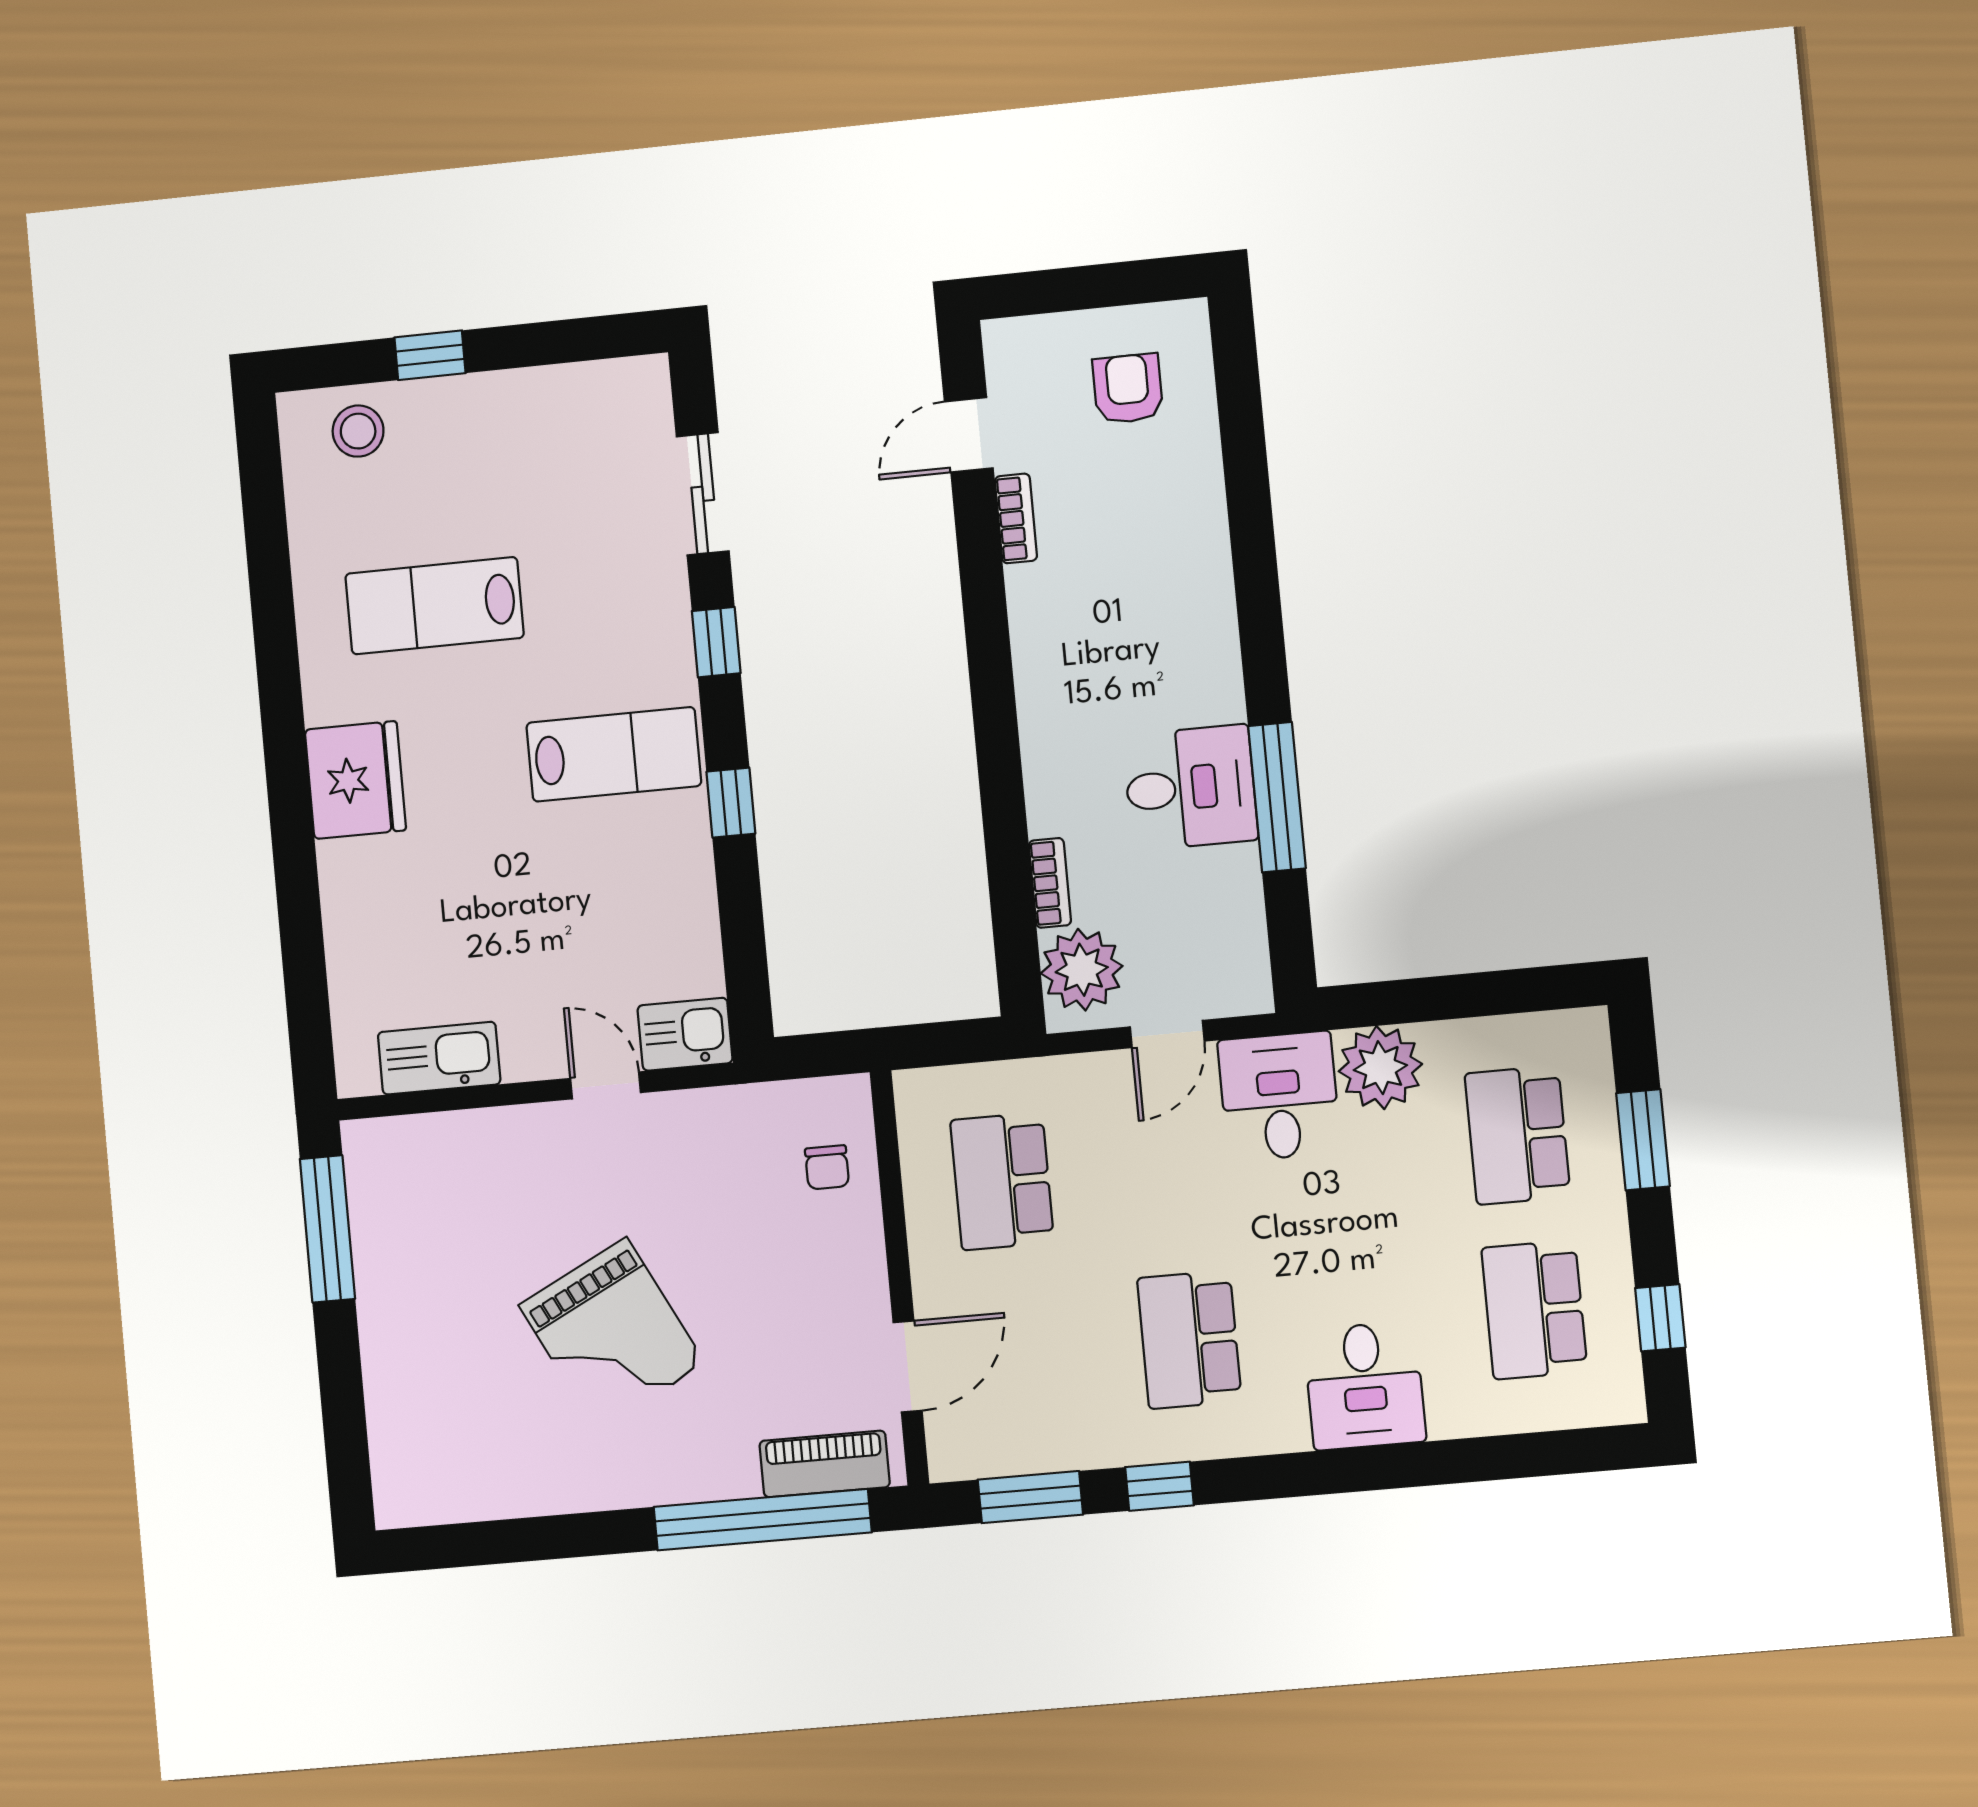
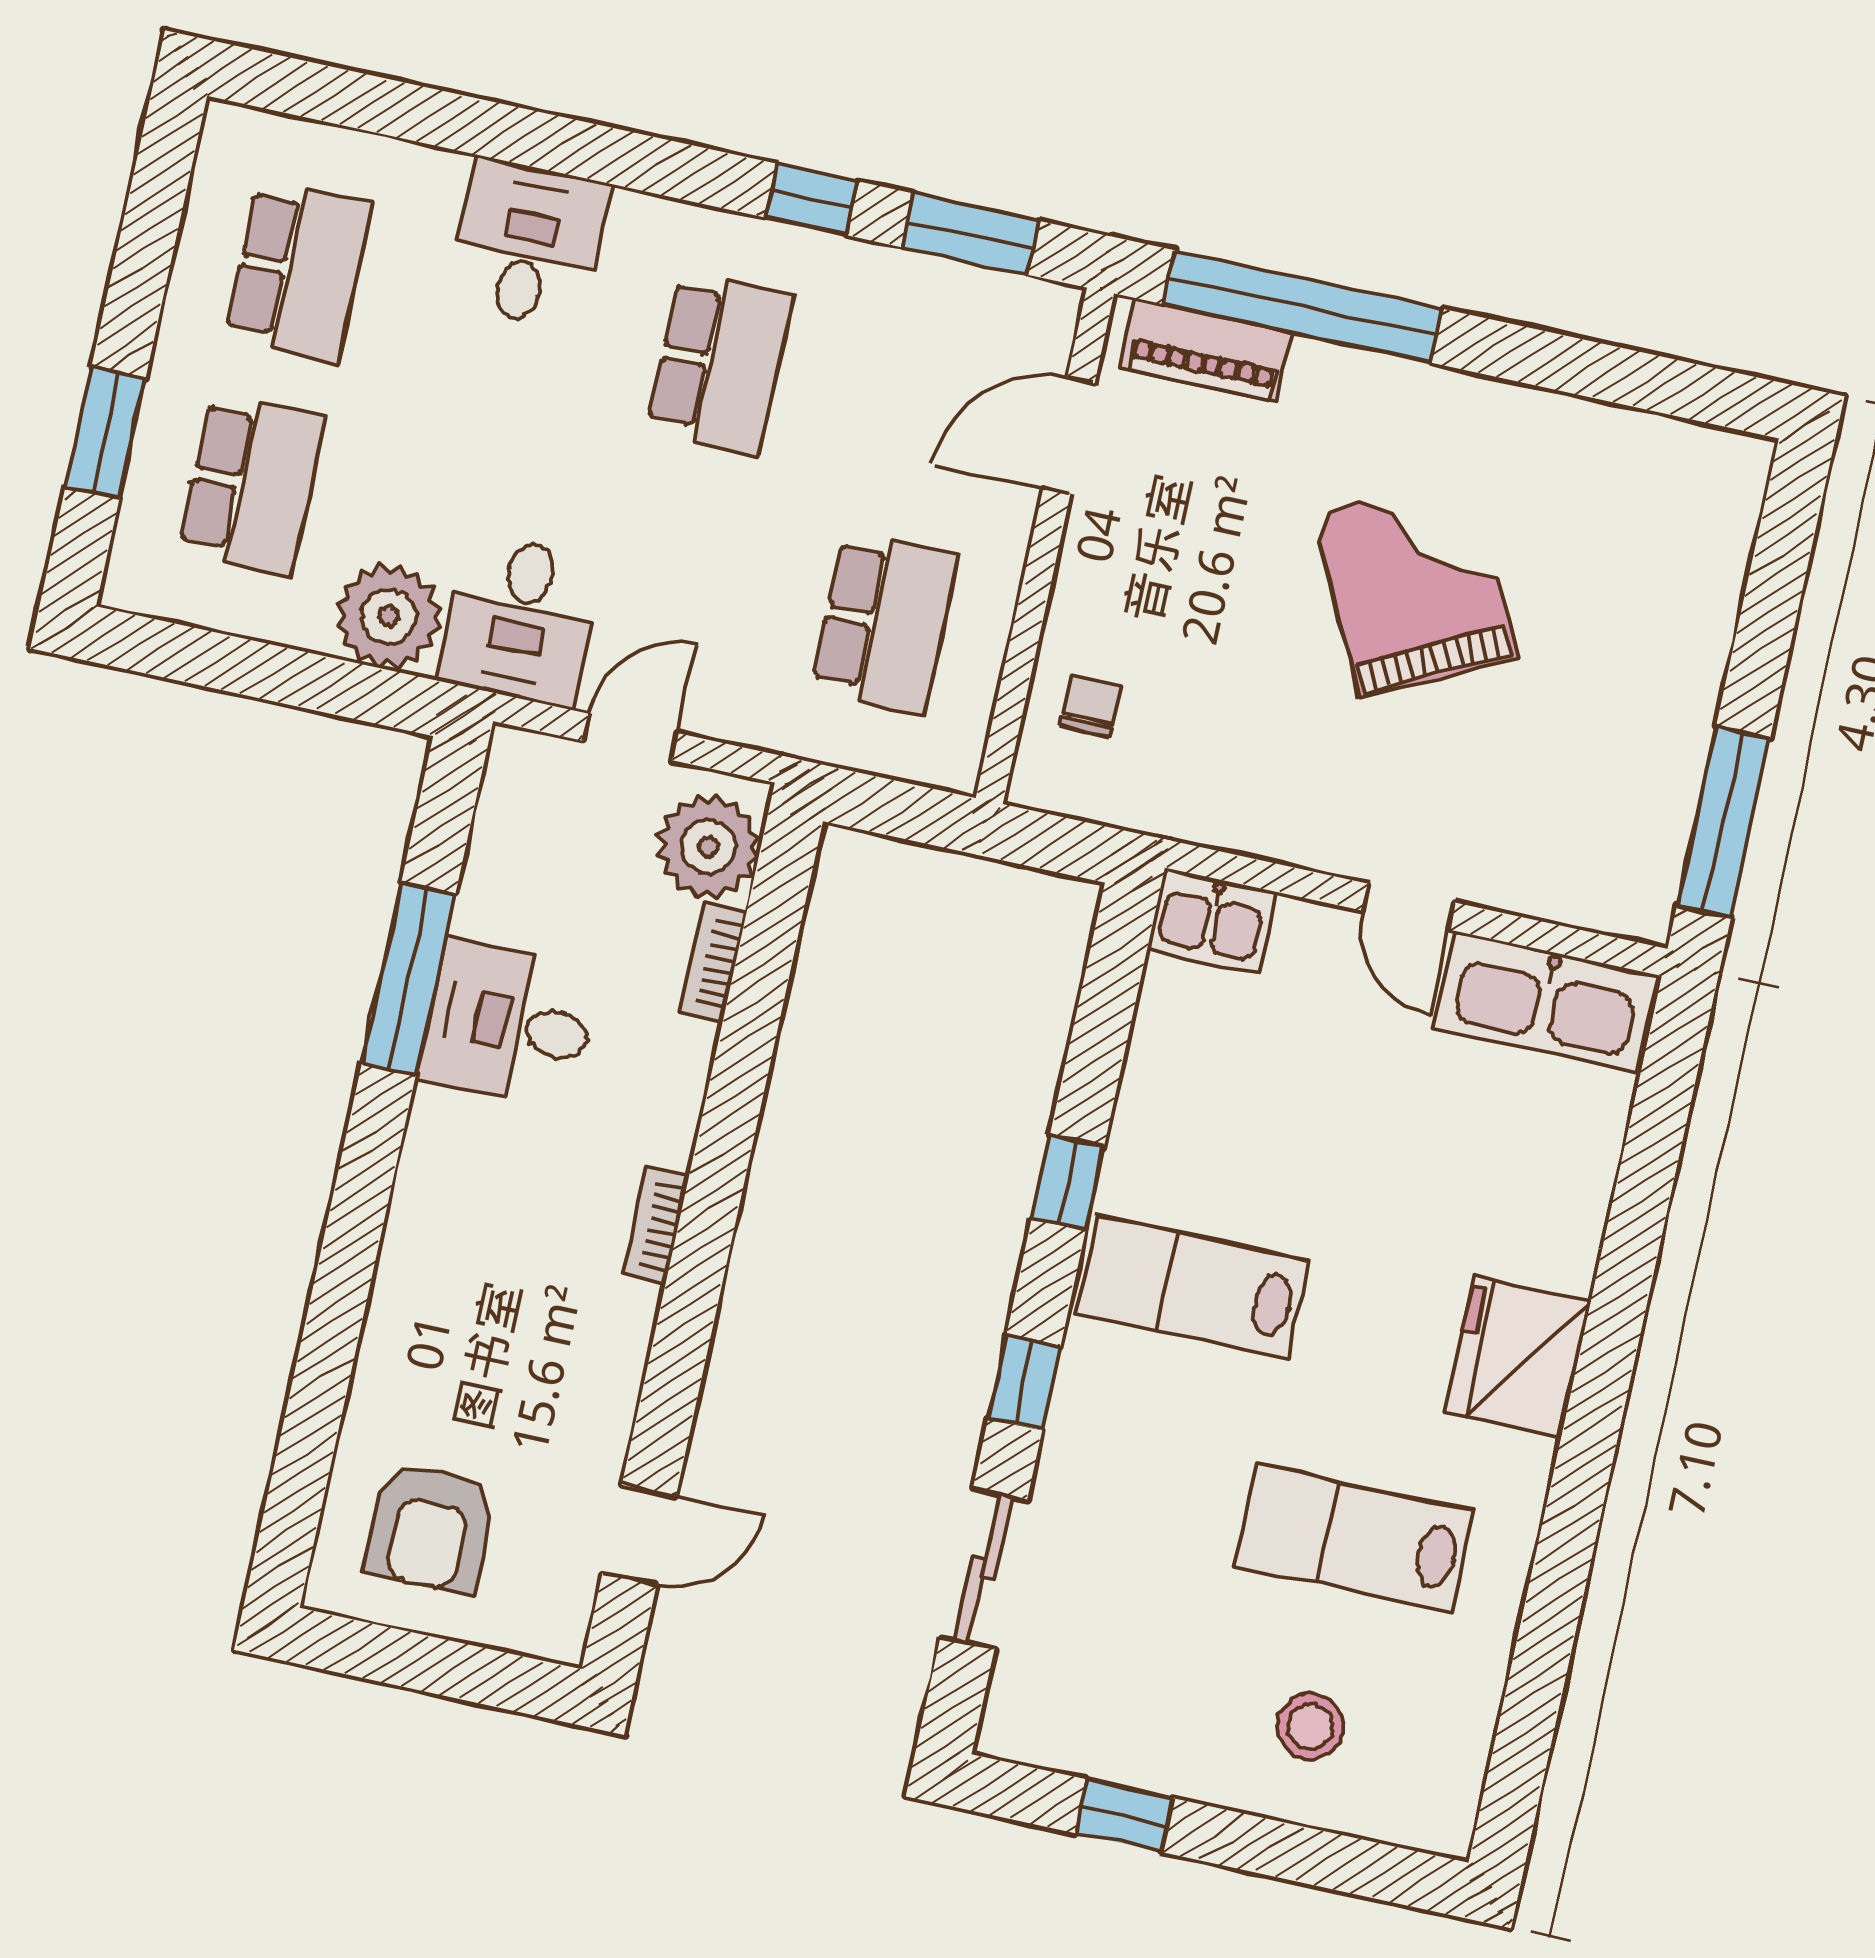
window: (430, 355) -> (1124, 1816), moved
armchair: (1128, 389) -> (430, 1528), width x1.38, depth x1.38
stool: (358, 431) -> (1310, 1726), moved
bookcase: (1016, 518) -> (656, 1225), moved
lab bench: (434, 606) -> (1354, 1538), turned 180
kitchen sink: (439, 1058) -> (1546, 1002), width x1.36, depth x1.24
door: (605, 1085) -> (1409, 907), moved
window: (1660, 1318) -> (153, 215), removed

